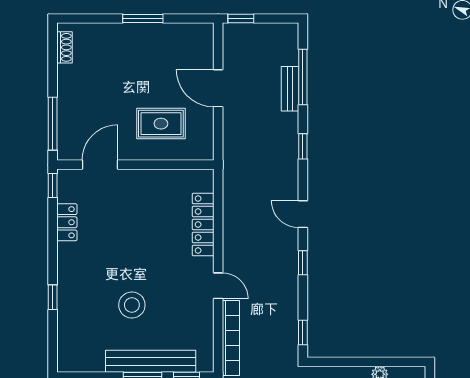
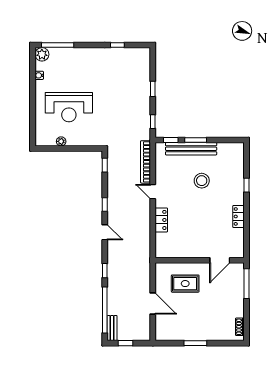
window: (241, 19) -> (126, 343), moved
window: (303, 77) -> (105, 310), width x1.46
bench: (290, 89) -> (112, 328), moved
window: (53, 186) -> (247, 248), removed
locker: (67, 222) -> (239, 216), moved
locker: (203, 225) -> (161, 220), width x0.66

